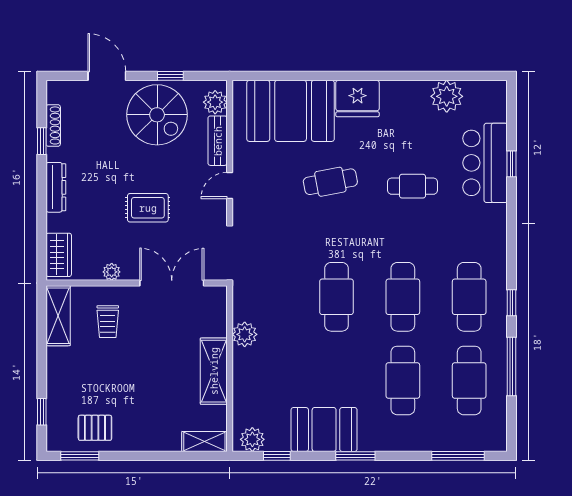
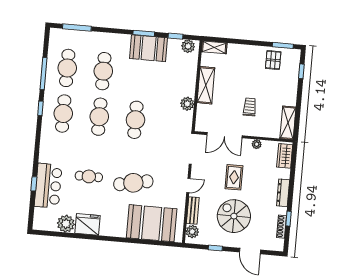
fridge: (358, 99) -> (87, 224), moved
spiral stairs: (157, 115) -> (234, 216), moved
cafe table: (330, 182) -> (133, 183), width x1.37, depth x1.35
rug: (148, 208) -> (234, 177), turned 90
trolley: (108, 322) -> (250, 107), moved
pallet: (95, 428) -> (273, 60), turned 90
window: (355, 456) -> (144, 33), moved

